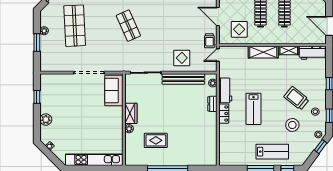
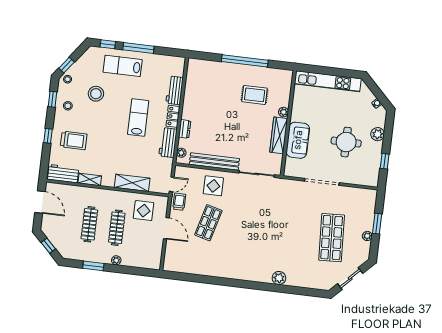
shop shelf: (128, 26) -> (208, 223), moved, turned 39
shelving: (263, 52) -> (132, 183), moved
sofa: (114, 91) -> (298, 140), moved
trolley: (296, 98) -> (74, 140), moved, turned -39
round table: (72, 109) -> (346, 142), added
wardrobe: (131, 113) -> (279, 135), width x1.50
workbench: (225, 136) -> (175, 90), added

